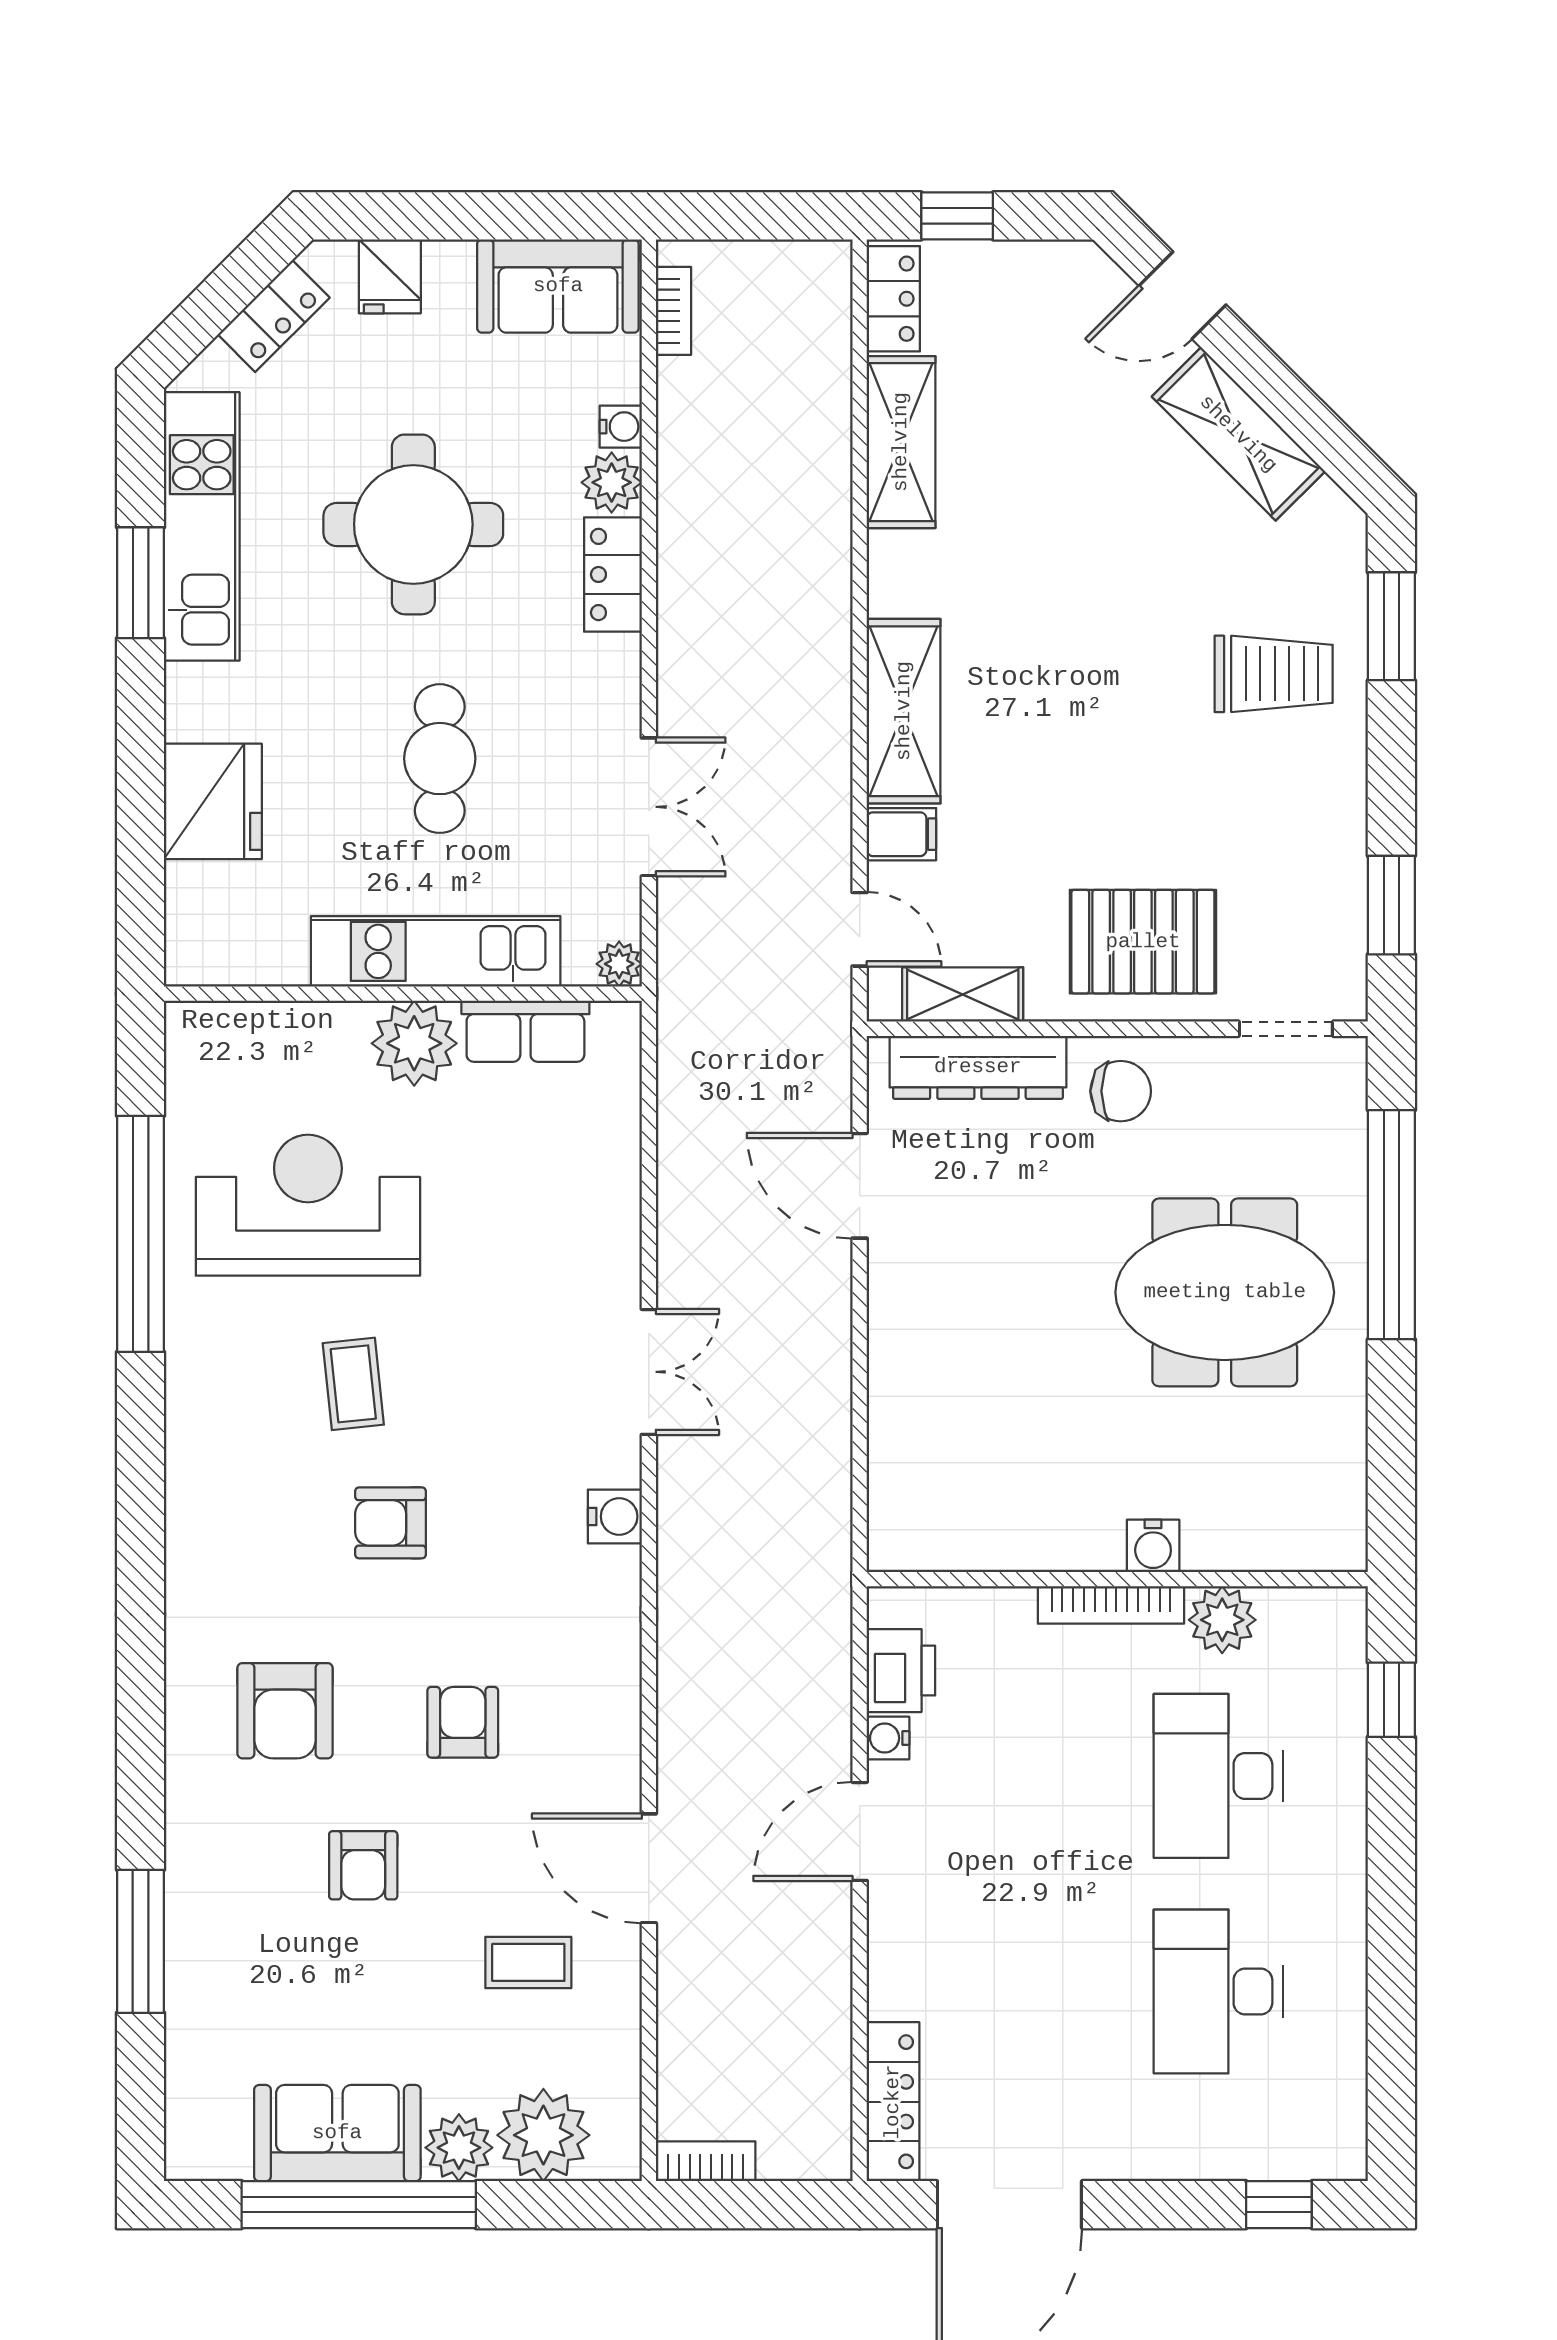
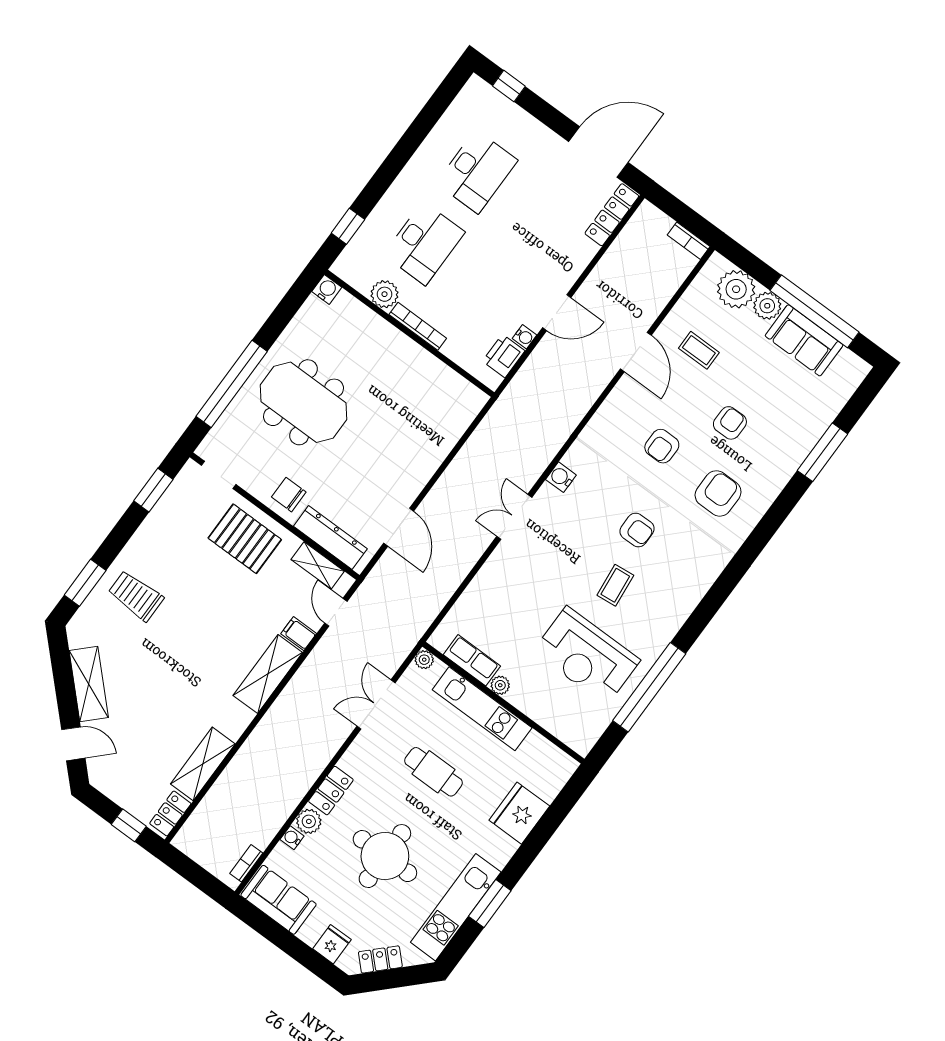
cafe table: (440, 759) -> (433, 772), turned 90
plant: (414, 1043) -> (500, 685), width x0.53, depth x0.53
water cooler: (1153, 1546) -> (327, 289), moved

